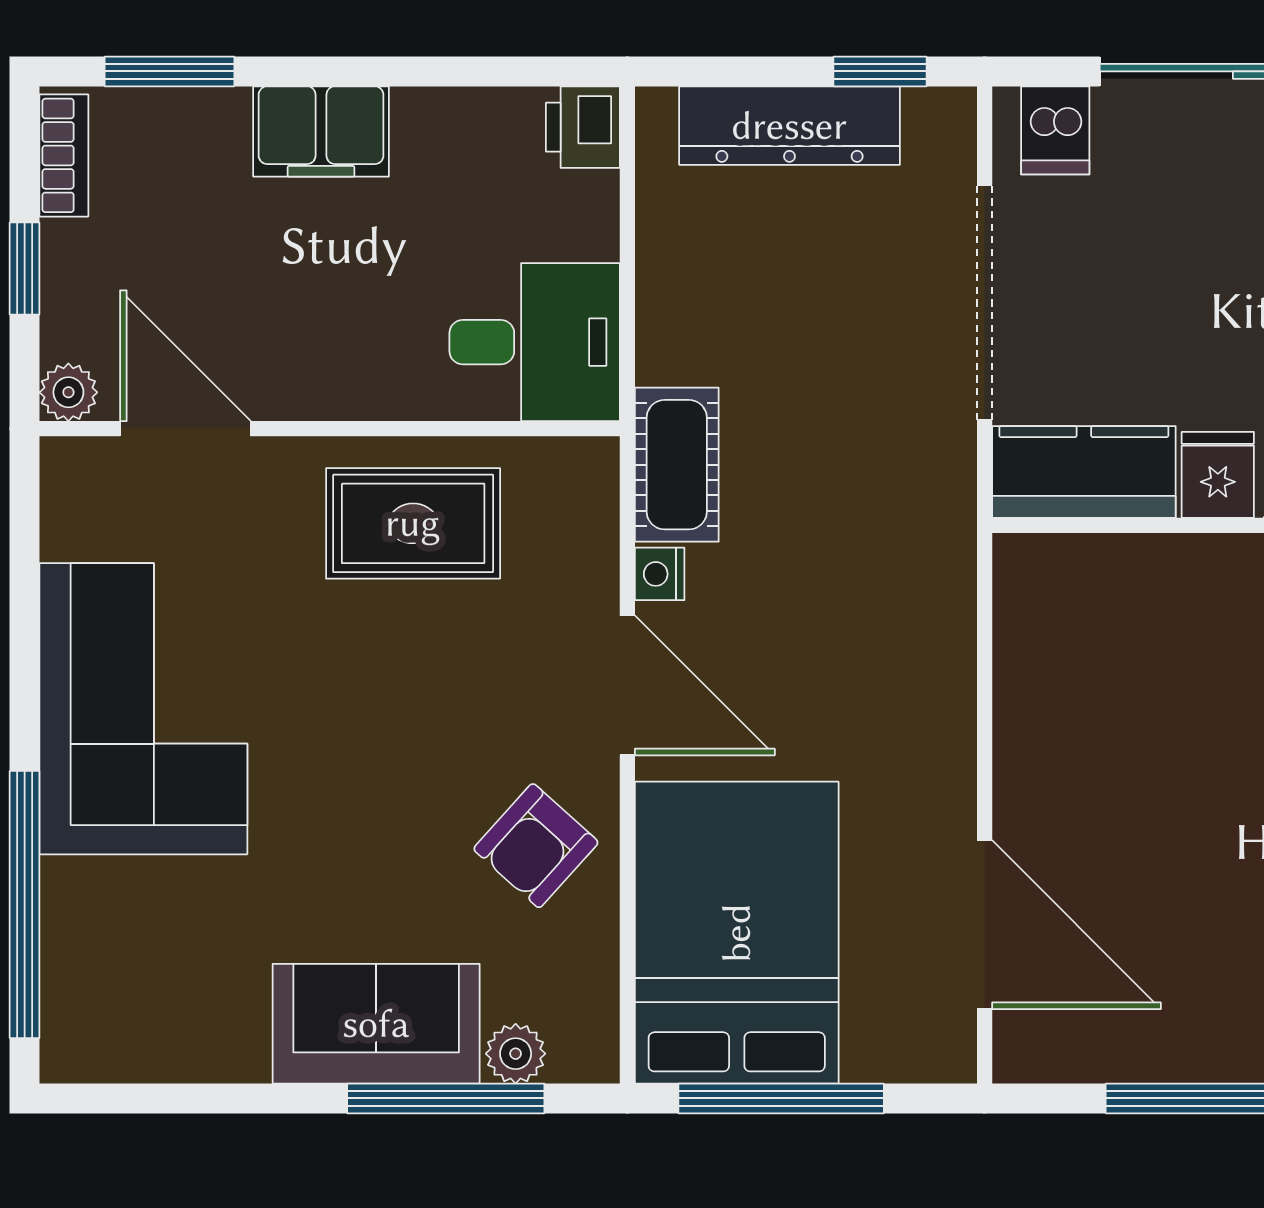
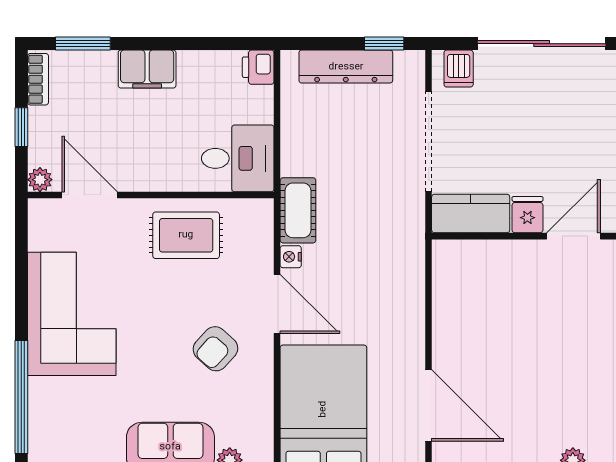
armchair: (536, 846) -> (215, 349), moved

